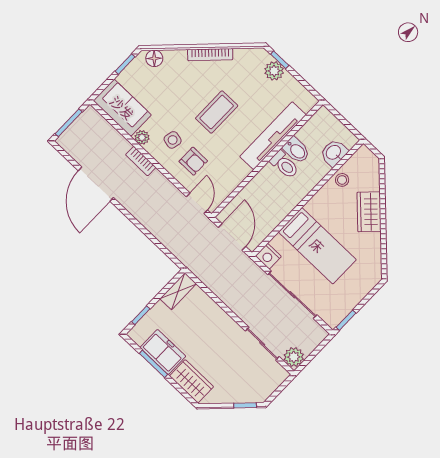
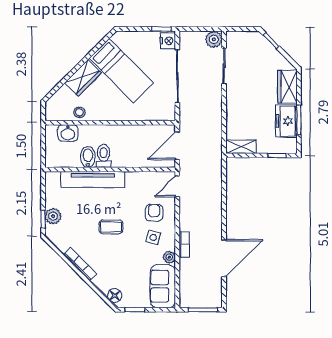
coffee table: (217, 112) -> (111, 227), width x0.73, depth x0.77
bed: (317, 246) -> (121, 71), moved, turned 135
nightstand: (268, 256) -> (168, 41), moved

